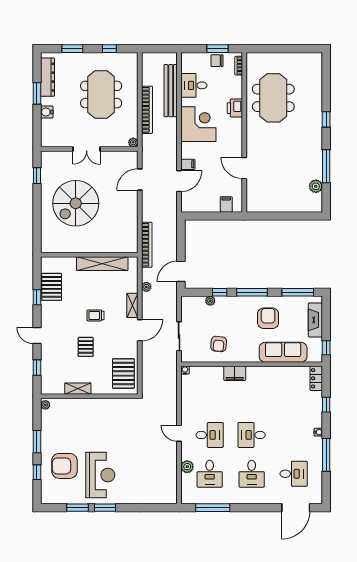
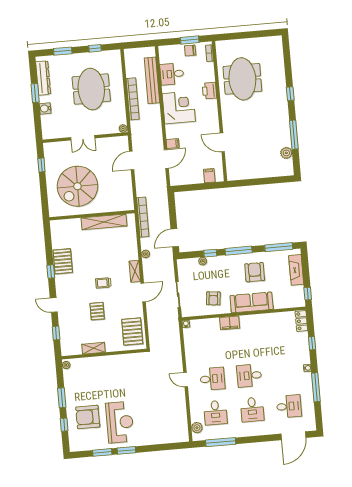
wall: (89, 255) -> (92, 215), moved
shelving: (102, 264) -> (104, 222), moved
sofa: (283, 352) -> (252, 302), moved
plant: (187, 467) -> (197, 428), moved

